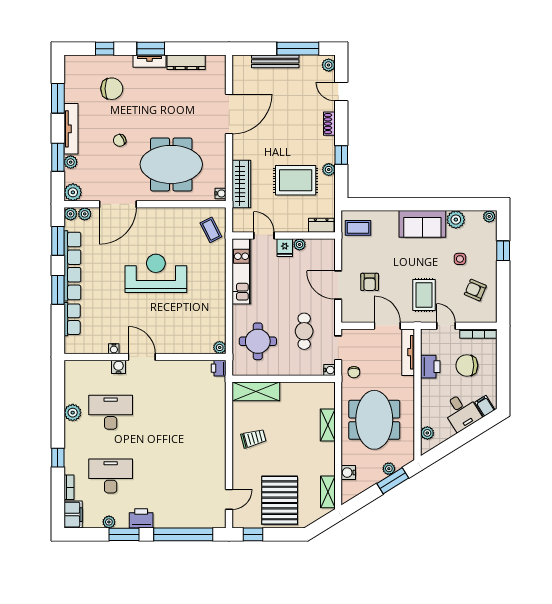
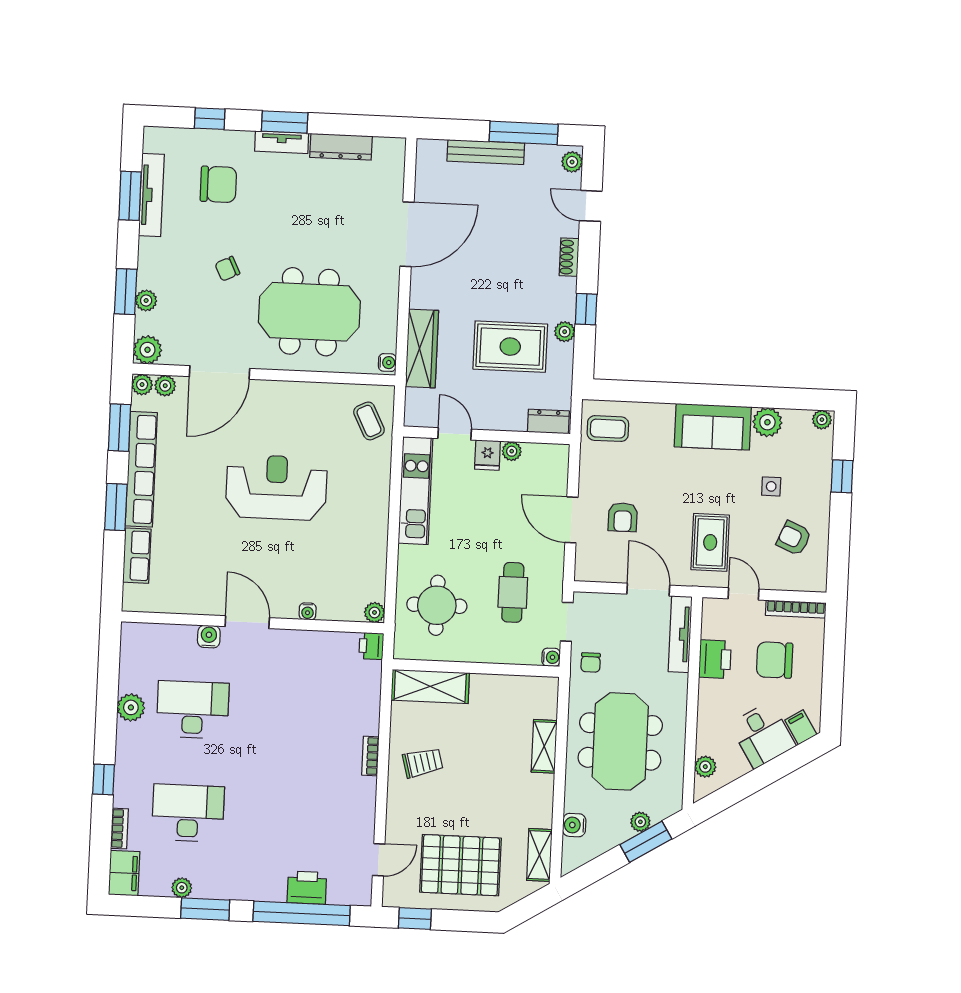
tv unit: (71, 129) -> (151, 195), moved
water cooler: (114, 349) -> (308, 611), moved
bookcase: (221, 436) -> (370, 756), added
pallet: (280, 500) -> (460, 865), turned 90
printer: (141, 518) -> (307, 888), moved

